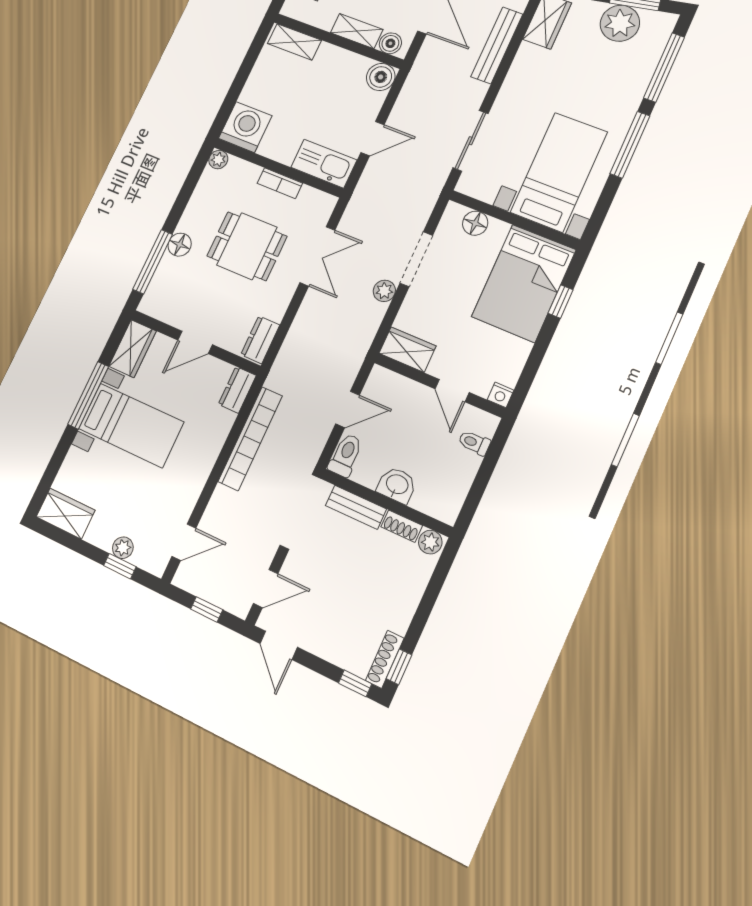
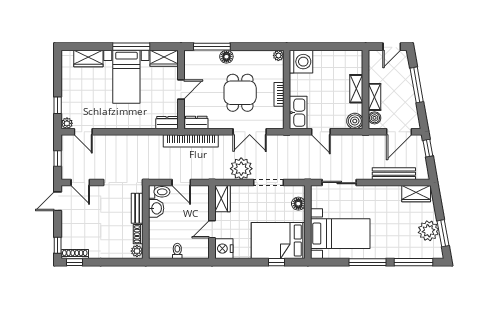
shelving: (294, 42) -> (356, 89), moved
plant: (384, 291) -> (241, 169), width x1.87, depth x1.87
door: (195, 342) -> (181, 89), swing flipped
nightstand: (501, 395) -> (224, 249), width x1.89, depth x1.79
bookcase: (250, 439) -> (191, 141), moved
toilet: (474, 443) -> (177, 251), moved
washbasin: (397, 485) -> (156, 208), moved
wardrobe: (66, 514) -> (88, 59), moved, turned 90
plant: (123, 548) -> (67, 123), moved

